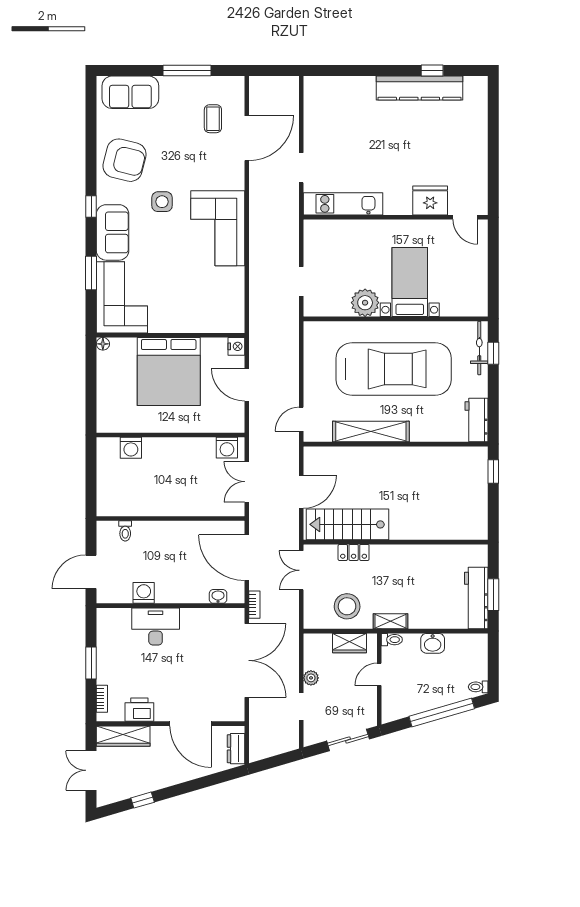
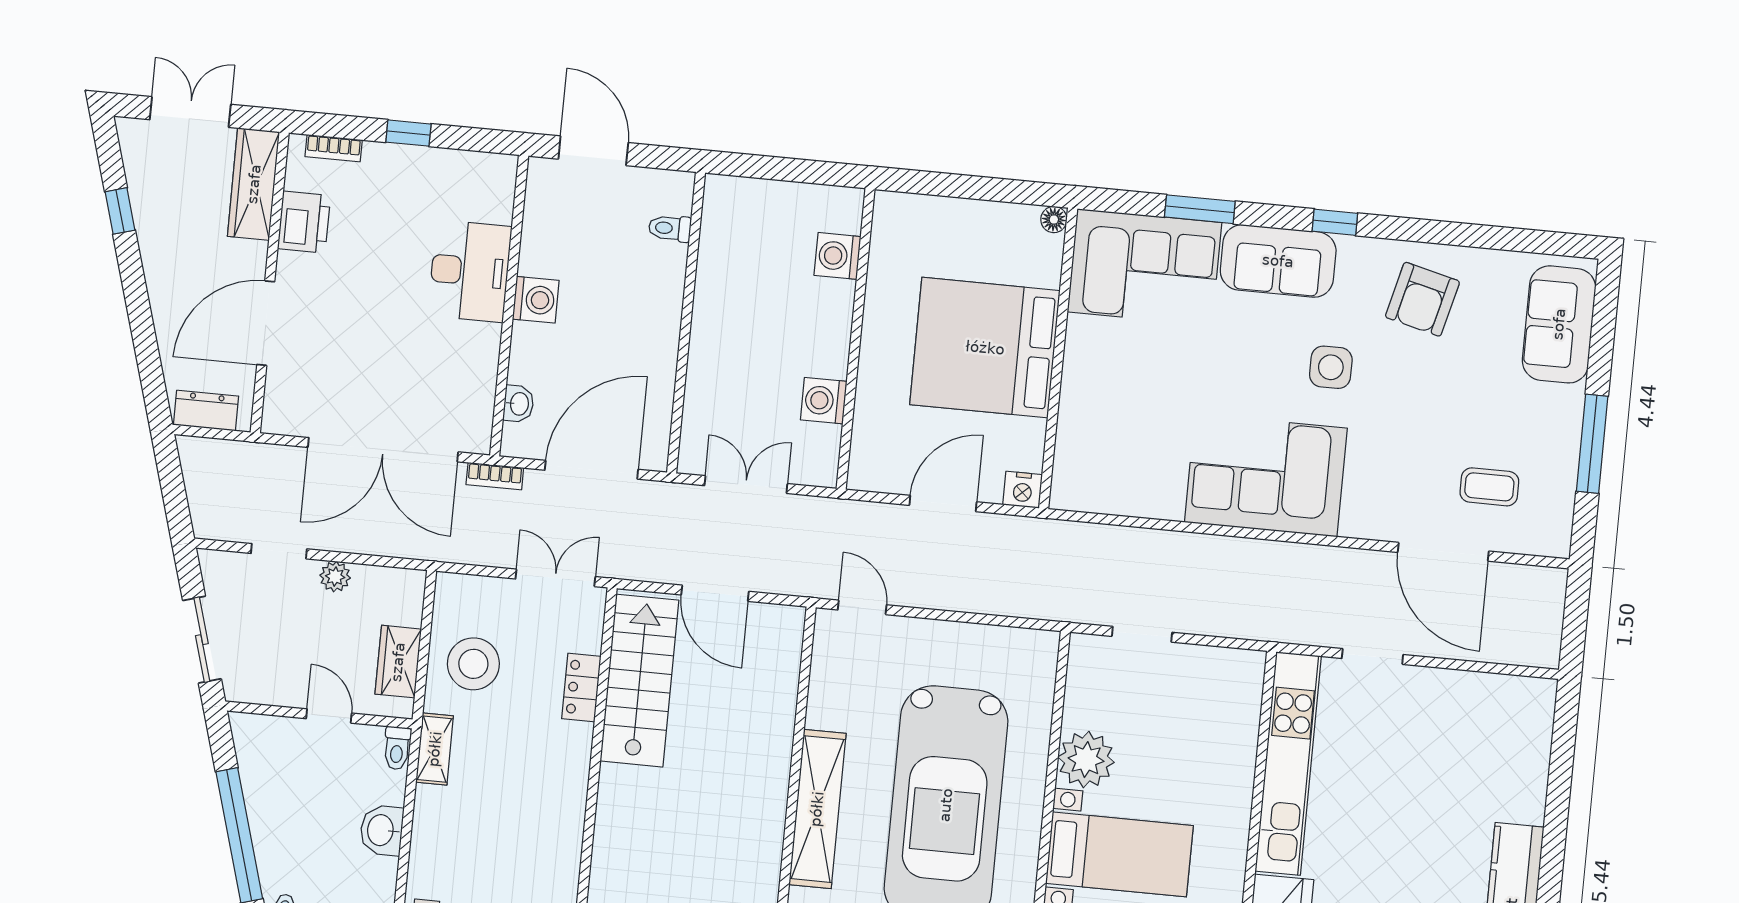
armchair: (124, 160) -> (1422, 299), width x0.73, depth x0.73
kitchen unit: (343, 204) -> (1288, 764), width x1.36
shelving: (371, 431) -> (817, 809), moved
washing machine: (227, 448) -> (824, 401), moved
washing machine: (144, 593) -> (536, 300), moved
window: (91, 663) -> (408, 133), width x0.67

